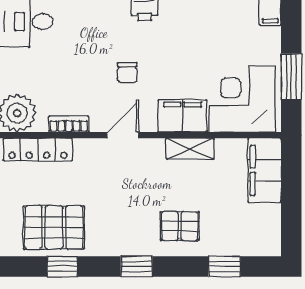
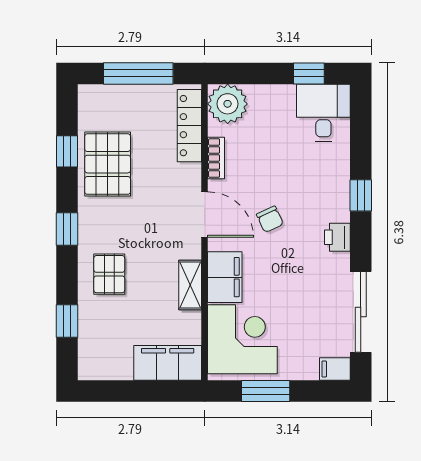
chair: (127, 73) -> (270, 219), turned -115
door: (123, 135) -> (205, 215), width x1.38
pallet: (54, 227) -> (108, 164), moved

